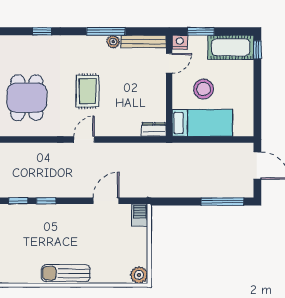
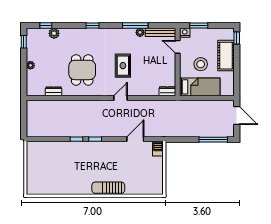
cot: (231, 47) -> (226, 56), moved, turned 90
door: (169, 63) -> (178, 47), swing flipped
plant: (139, 275) -> (157, 189), removed

